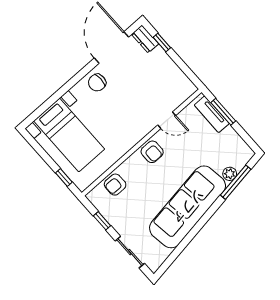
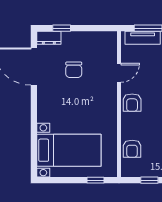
chair: (97, 83) -> (74, 70), moved
armchair: (152, 152) -> (132, 103), turned 90

